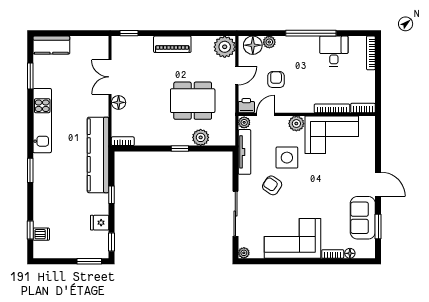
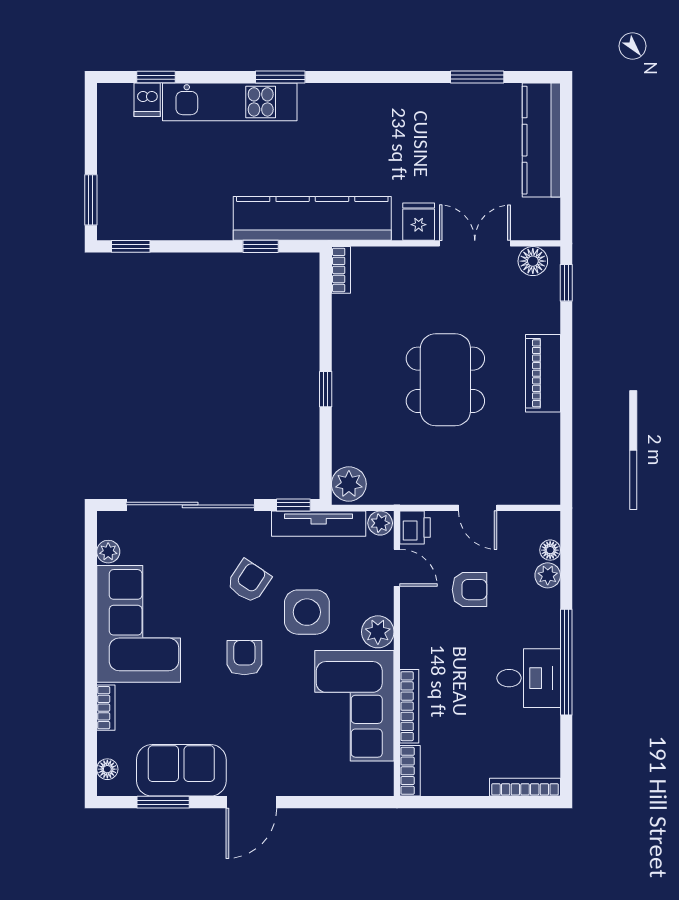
kitchen counter: (51, 45) -> (541, 140), width x1.50
floor lamp: (253, 45) -> (550, 550), width x0.53, depth x0.53
plant: (225, 47) -> (538, 482), removed
desk: (334, 51) -> (529, 678), moved
dining table: (193, 101) -> (445, 380), moved
floor lamp: (119, 102) -> (533, 261), moved
kitchen unit: (42, 121) -> (230, 102), moved
plant: (201, 137) -> (349, 484), moved
window: (235, 164) -> (293, 505), added
armchair: (309, 188) -> (244, 658), added
window: (111, 195) -> (261, 246), moved
sliding door: (235, 214) -> (190, 505), width x1.36
fridge: (100, 223) -> (419, 222), moved
plant: (244, 253) -> (108, 552), moved
floor lamp: (350, 253) -> (107, 769), moved

